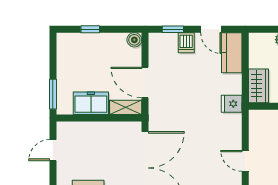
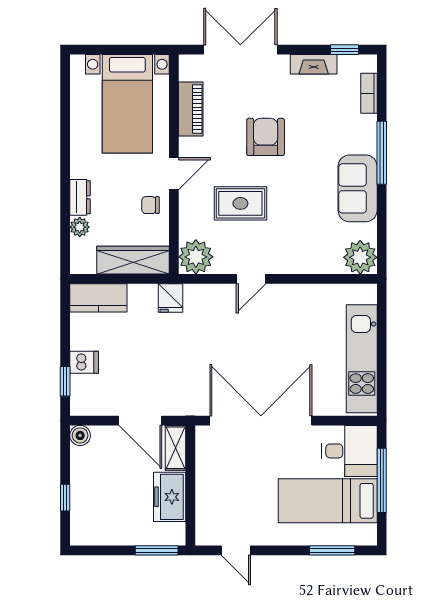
door: (211, 29) -> (65, 327), removed
door: (145, 83) -> (140, 421), hinge flipped
wardrobe: (259, 86) -> (133, 260), width x1.50
plant: (261, 122) -> (196, 257), added

